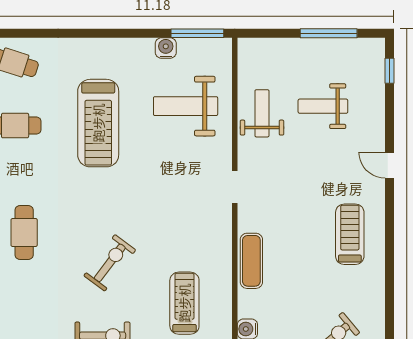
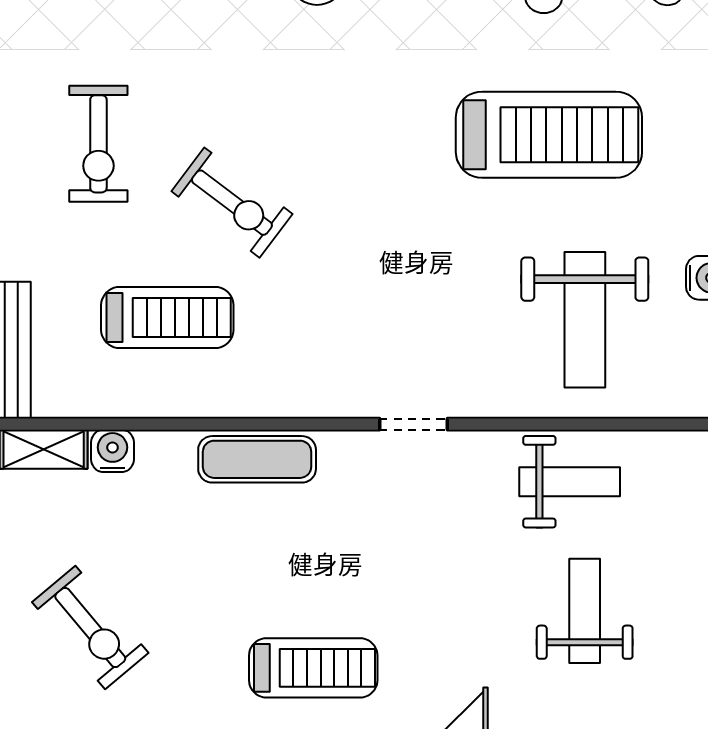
weight bench: (186, 106) -> (585, 320), turned 180
treadmill: (98, 123) -> (549, 135), turned 180
exercise bike: (110, 263) -> (232, 203), moved

